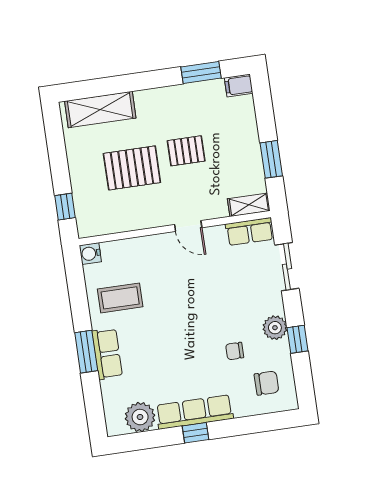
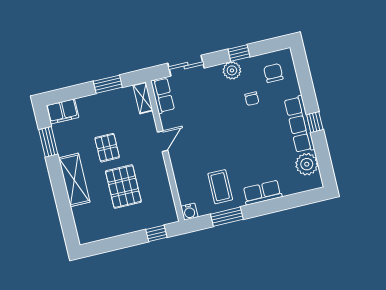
filing cabinet: (239, 85) -> (63, 111), width x2.00
shelving: (100, 110) -> (74, 180), moved
window: (86, 352) -> (227, 217), moved

